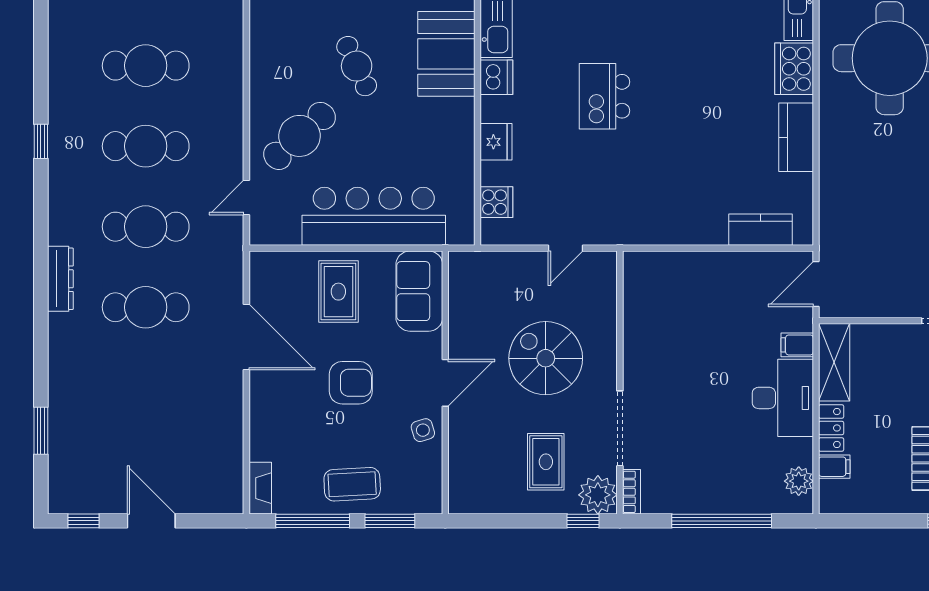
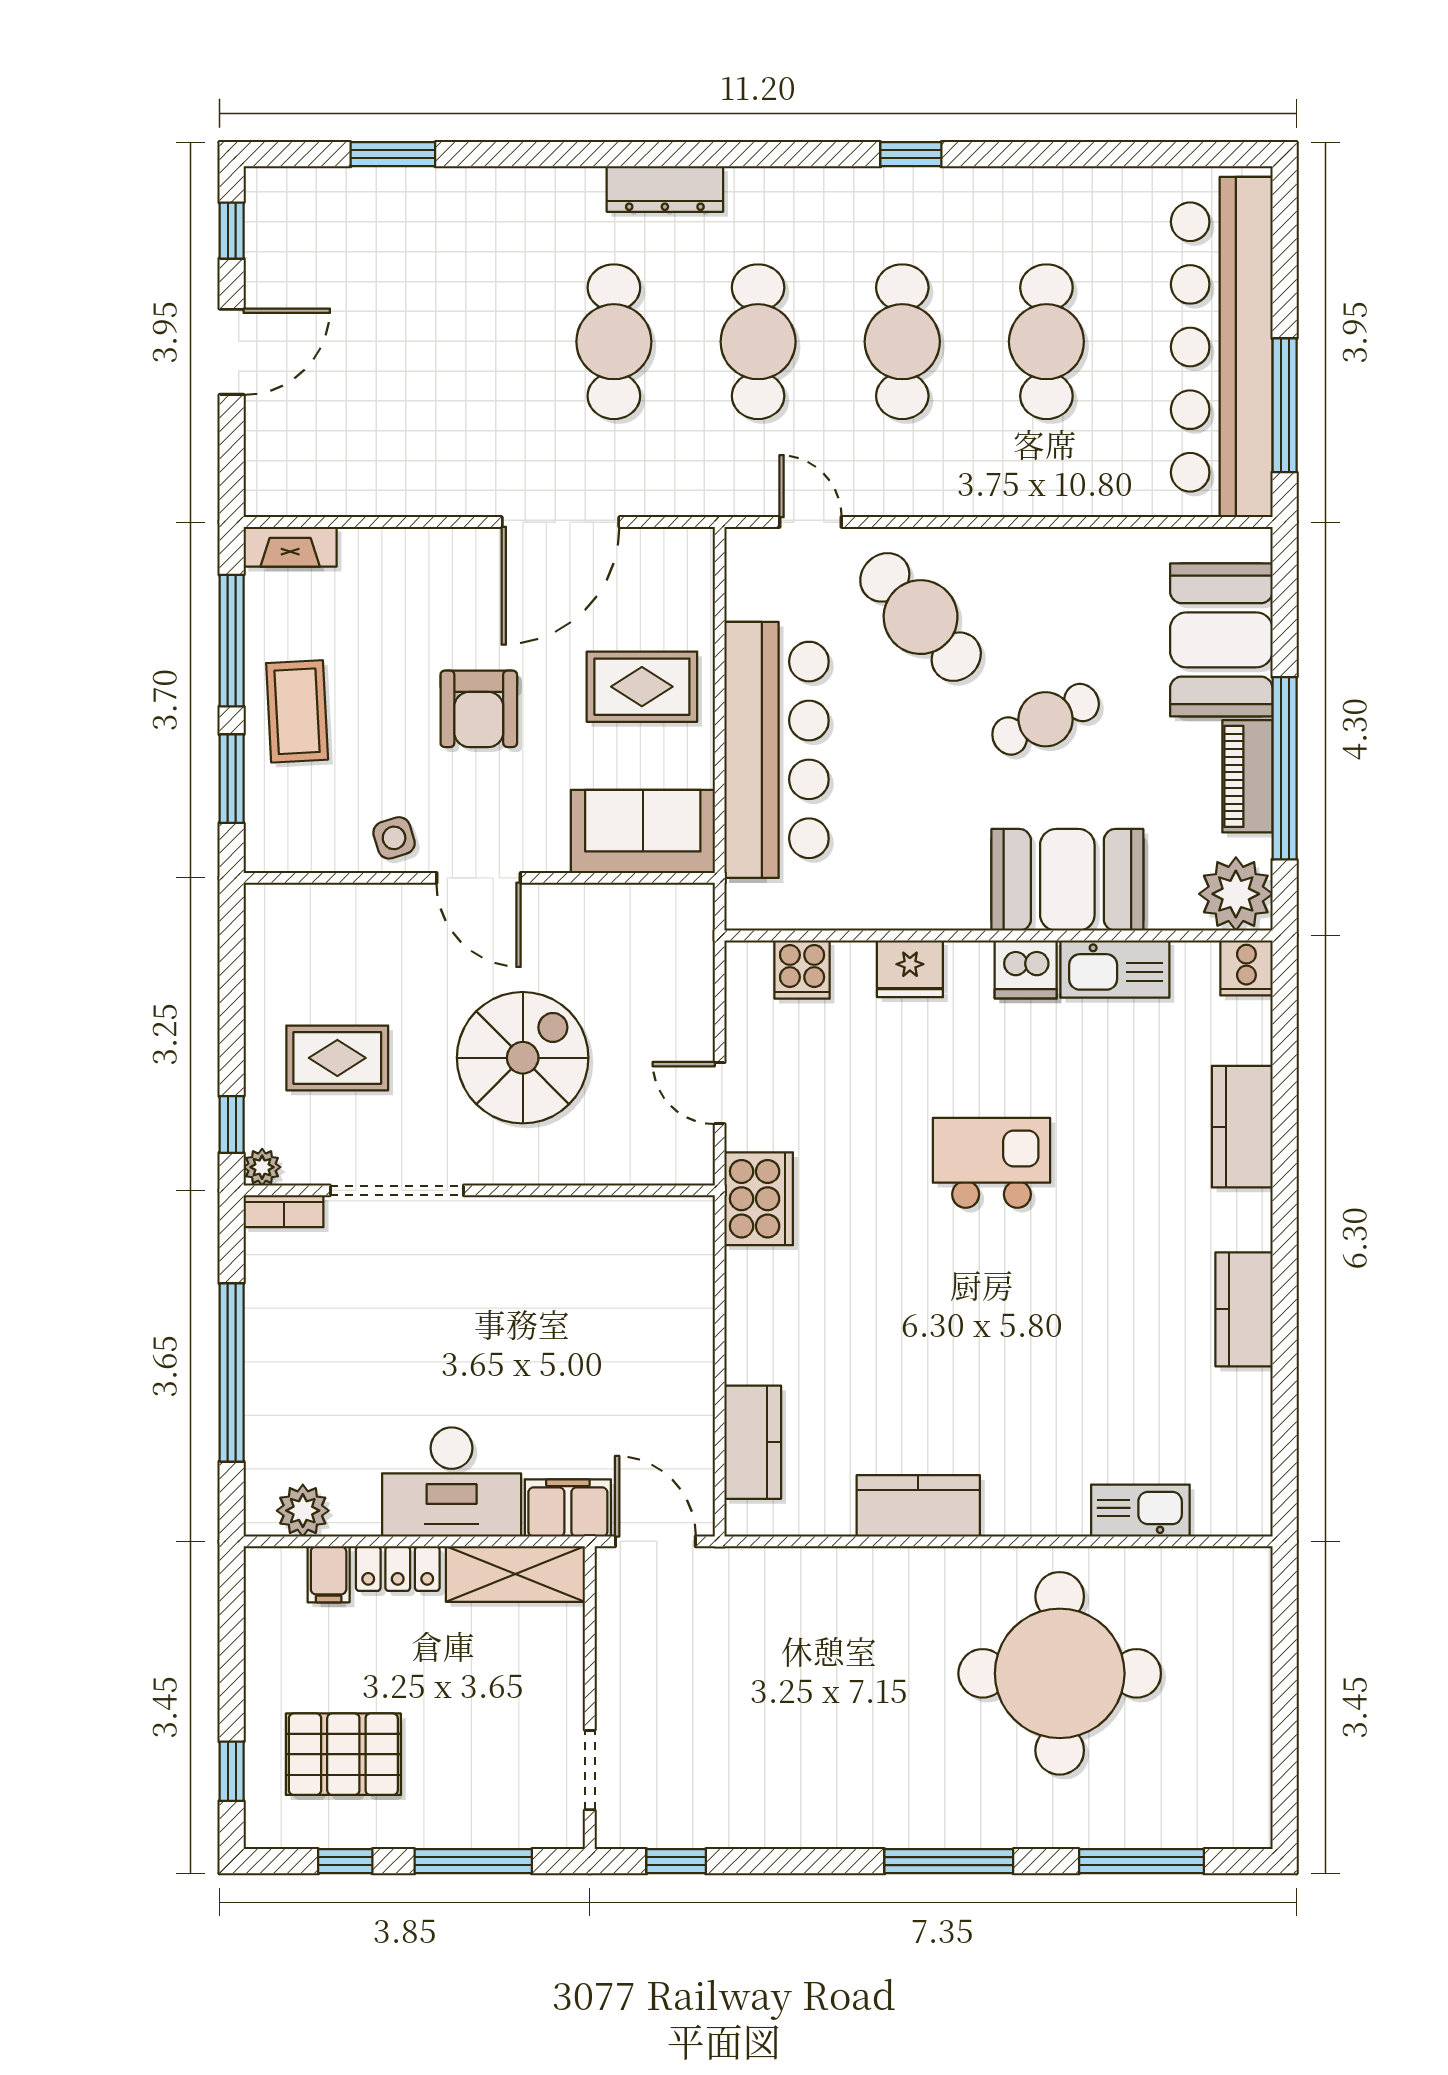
cooker: (794, 69) -> (759, 1199), moved, turned 90
filing cabinet: (797, 345) -> (568, 1508), width x2.00
plant: (598, 495) -> (262, 1167), width x0.53, depth x0.53

